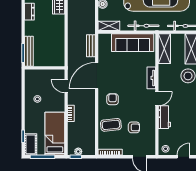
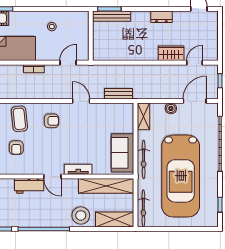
sofa: (133, 43) -> (123, 153), width x0.73
shelving: (164, 49) -> (106, 186), width x1.47
door: (97, 76) -> (81, 101), width x0.53

